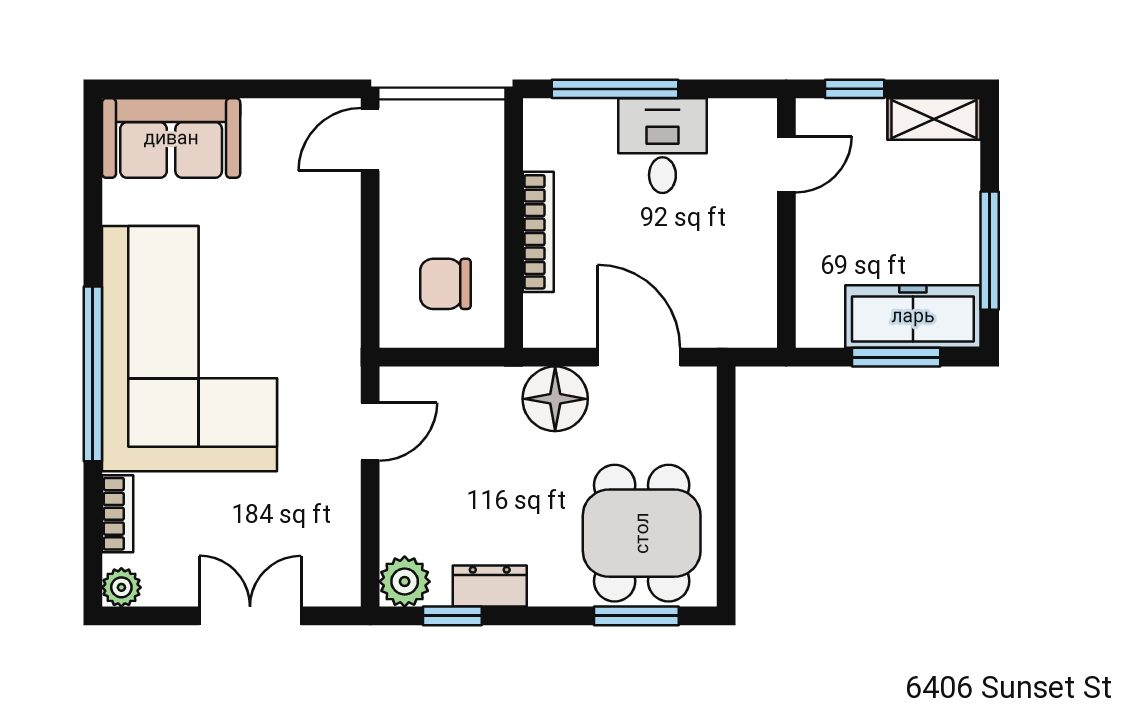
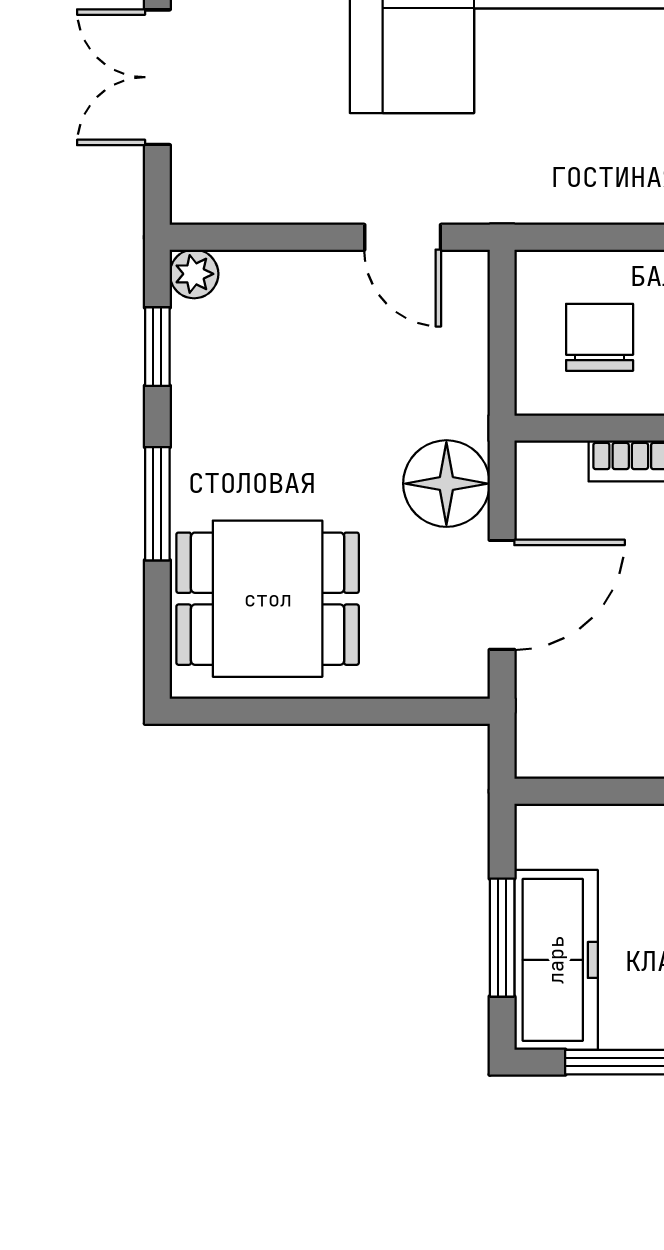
plant: (405, 582) -> (194, 274), width x0.73, depth x0.73
dresser: (490, 586) -> (197, 396), removed
double door: (250, 616) -> (157, 77), swing flipped
window: (636, 616) -> (157, 504), moved

